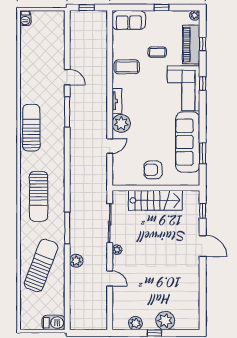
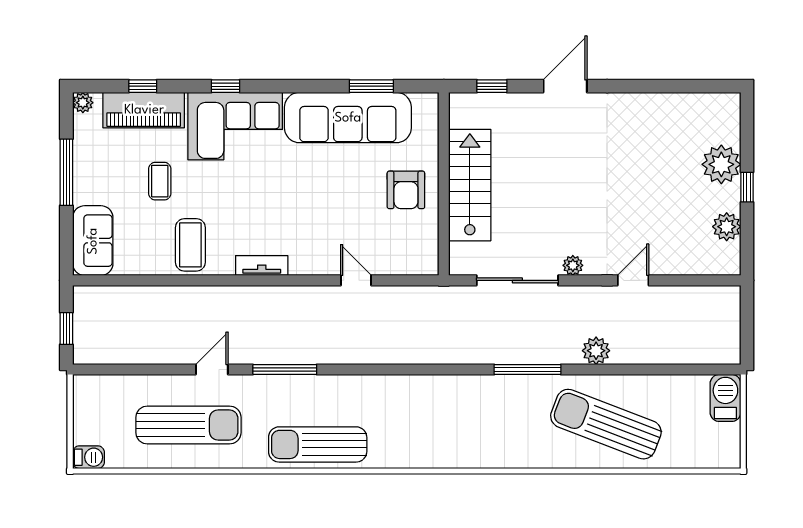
window: (161, 8) -> (66, 172), width x2.17
plant: (121, 123) -> (309, 257), removed
sun lounger: (39, 196) -> (188, 425), moved

